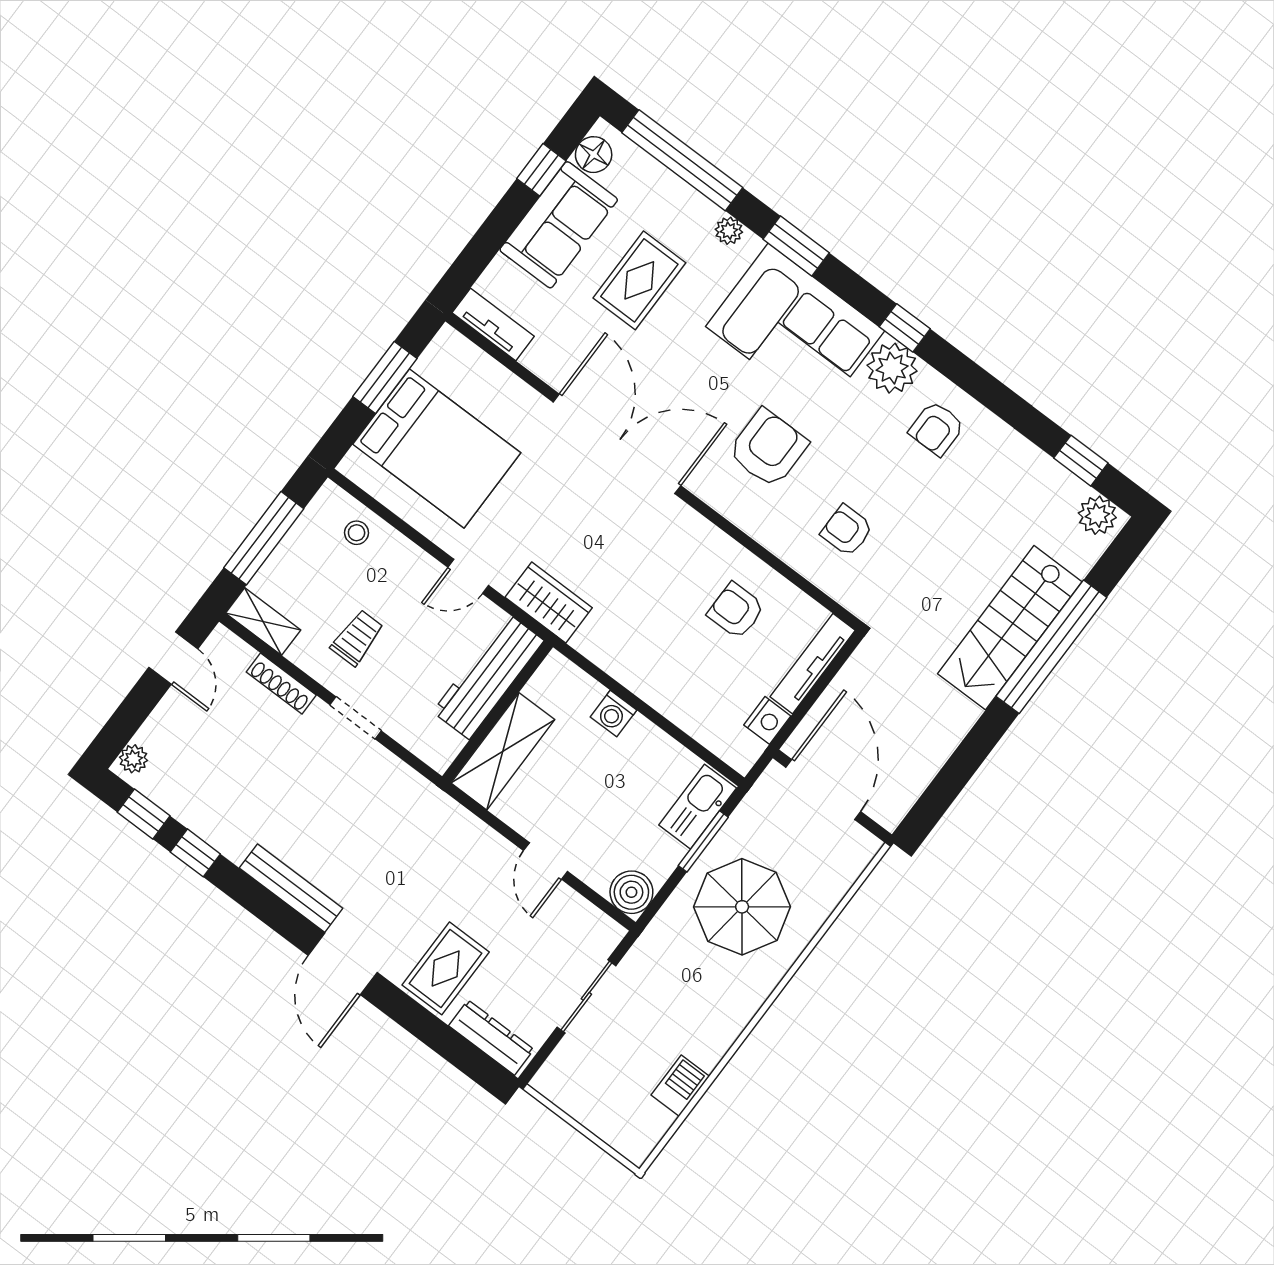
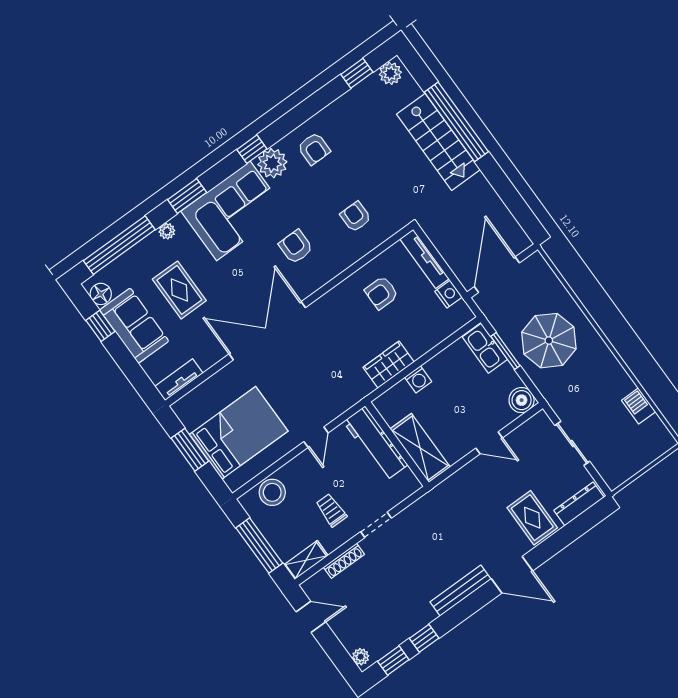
armchair: (768, 448) -> (296, 247), width x0.72, depth x0.72
armchair: (847, 530) -> (356, 217), turned 90
stool: (357, 533) -> (272, 492), width x1.89, depth x1.89
wardrobe: (549, 602) -> (389, 365), moved
door: (823, 789) -> (497, 275), hinge flipped

